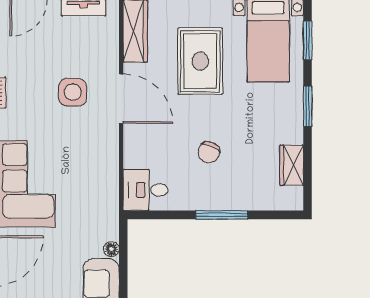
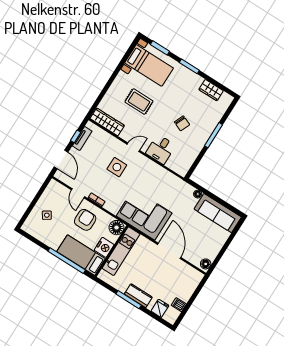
rug: (200, 61) -> (139, 102), width x0.73, depth x0.70
door: (121, 99) -> (133, 147), width x0.53
desk: (146, 190) -> (161, 149), moved

